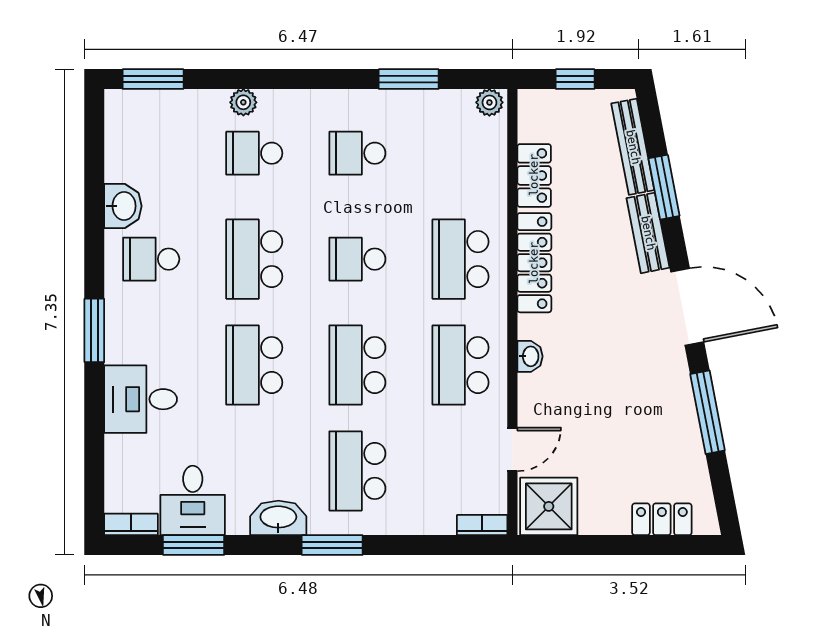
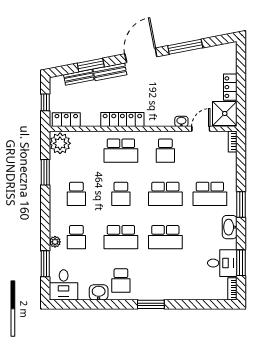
window: (153, 79) -> (45, 264), moved
plant: (489, 102) -> (60, 143), width x1.88, depth x1.88
bench: (633, 147) -> (79, 77), width x0.73
locker: (534, 175) -> (66, 120), moved
washbasin: (530, 356) -> (181, 121), moved
school desk: (460, 365) -> (165, 151), width x0.54
desk: (141, 399) -> (64, 285), moved
door: (512, 449) -> (201, 129), hinge flipped
locker: (662, 519) -> (230, 87), moved

